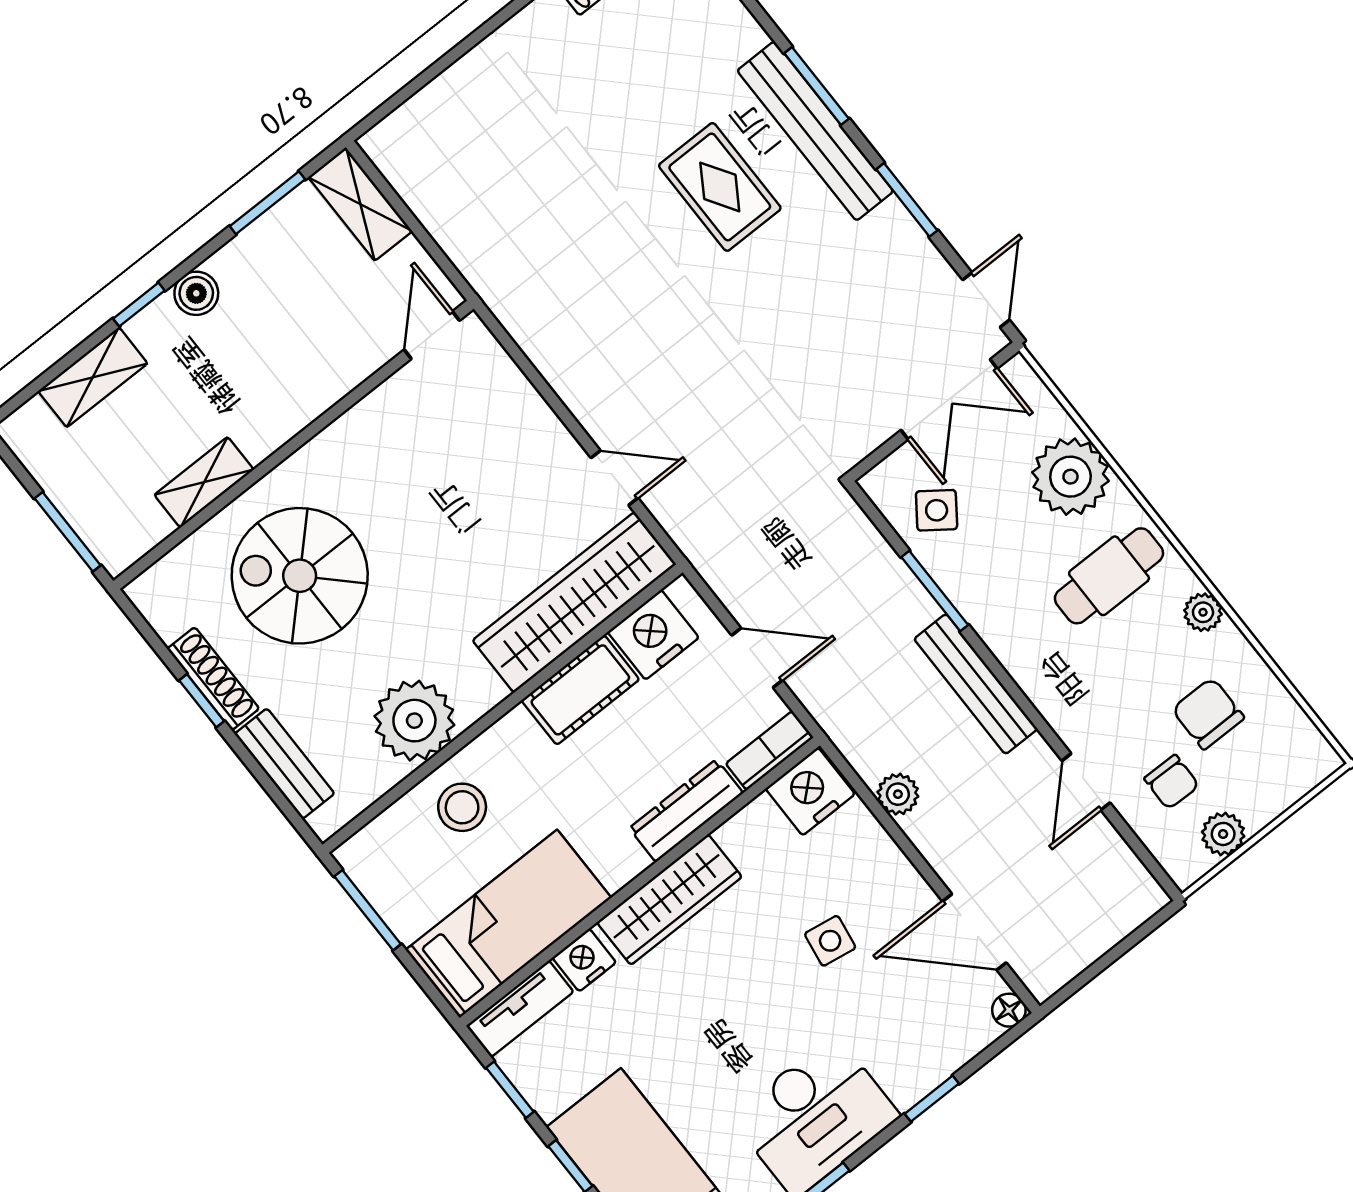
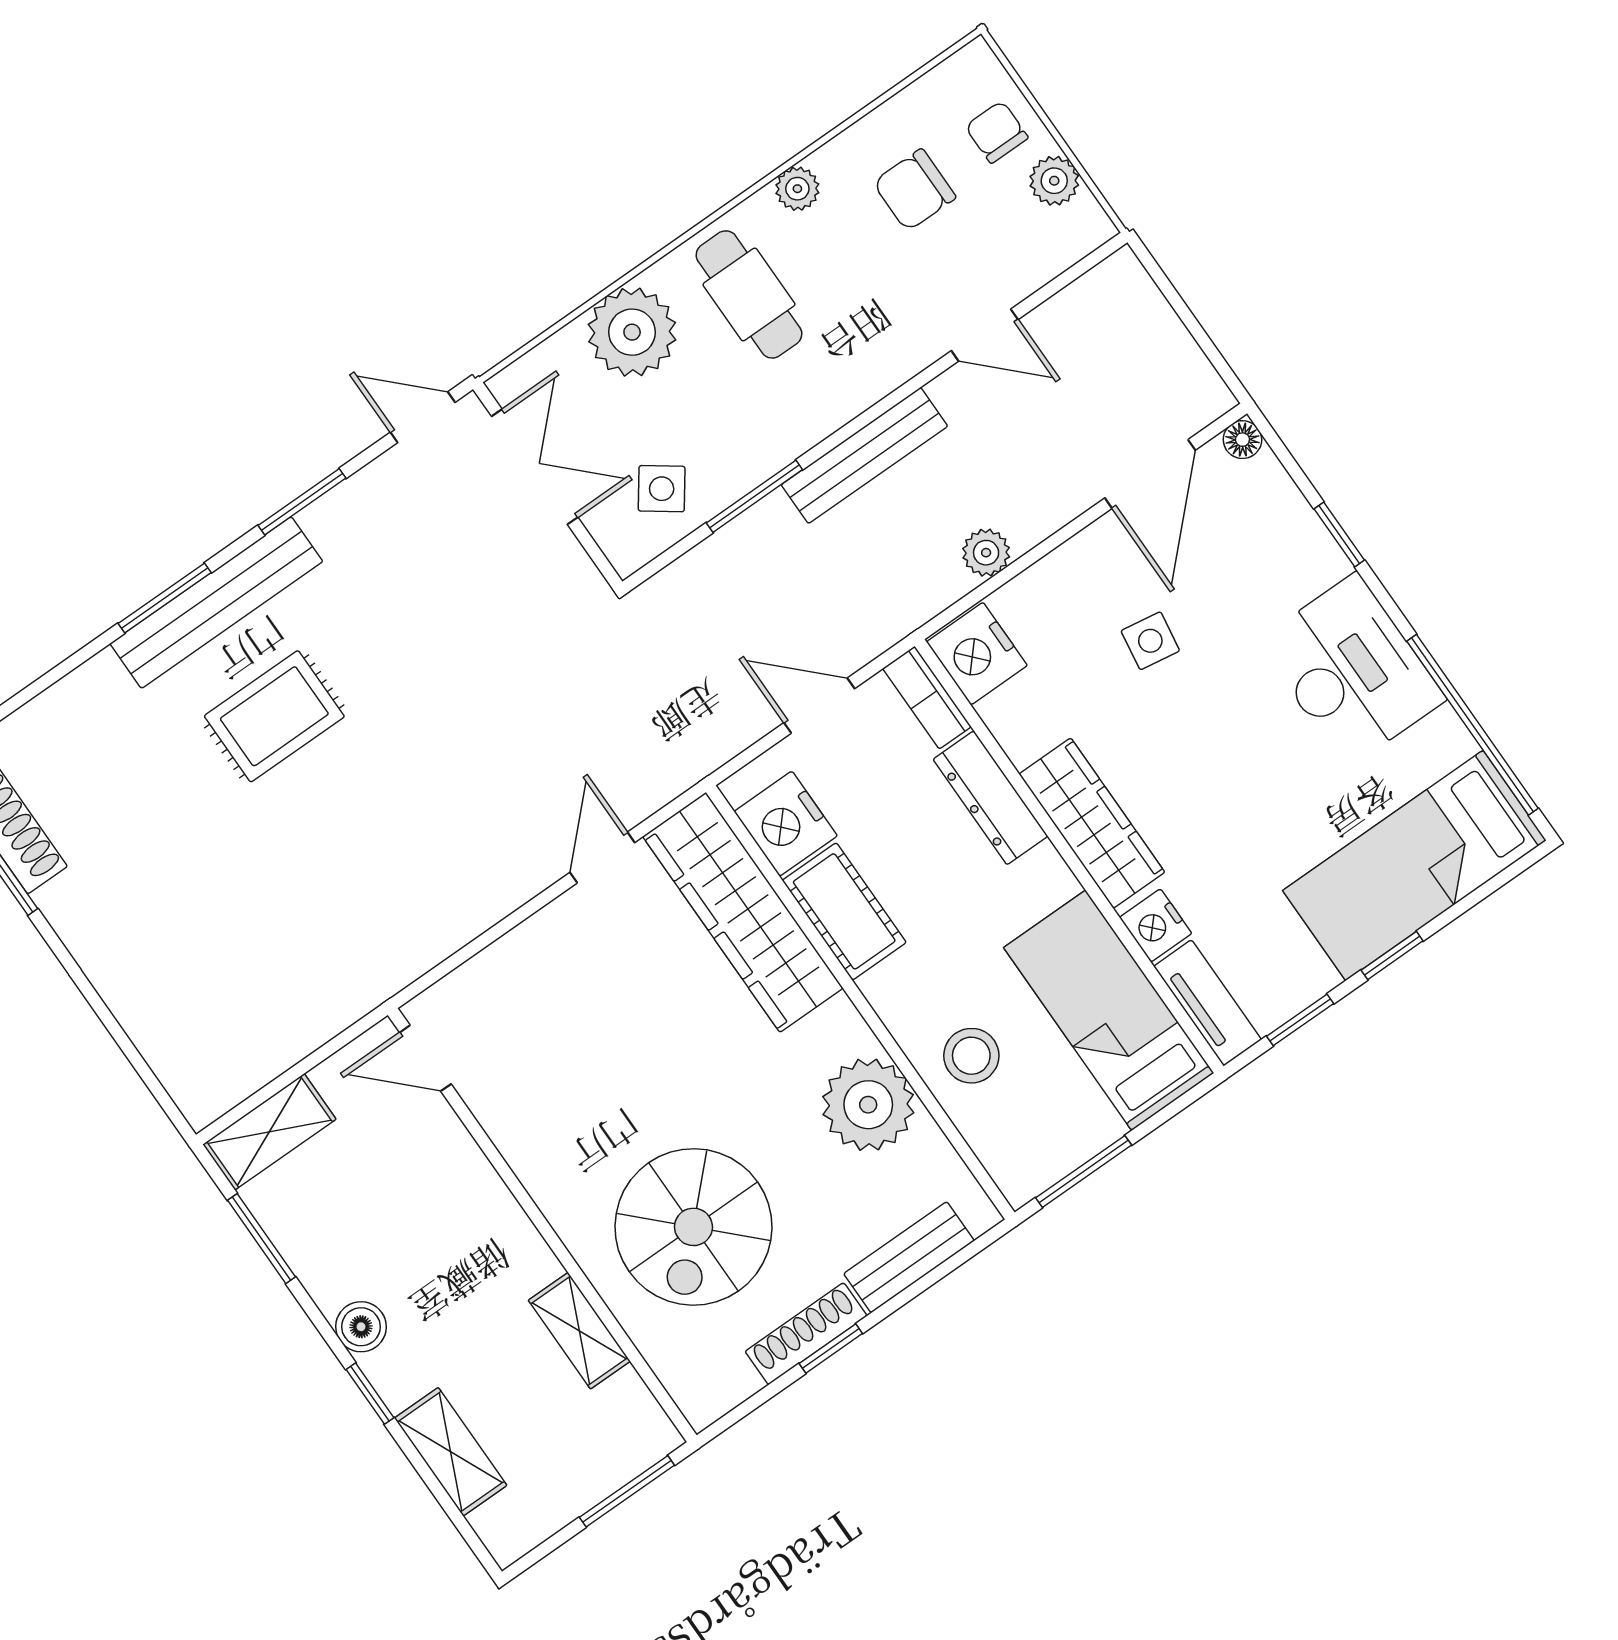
door: (757, 658) -> (819, 706), hinge flipped
chair: (1172, 782) -> (997, 132), moved, turned -91

